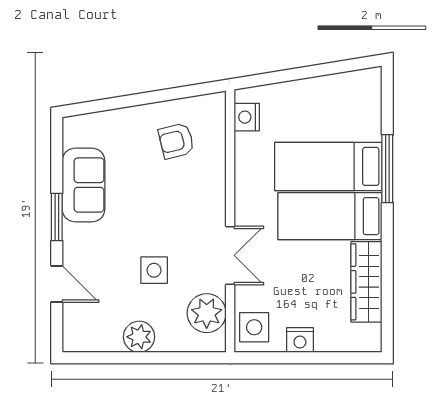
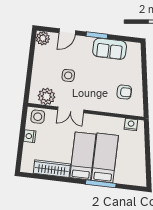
armchair: (176, 141) -> (124, 92), turned 104
plant: (139, 337) -> (43, 38), moved

